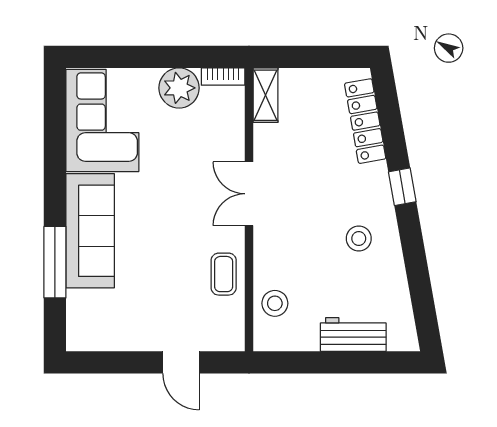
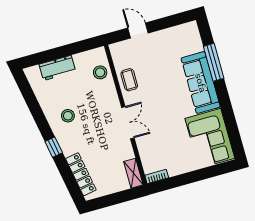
plant: (179, 88) -> (177, 165), removed

